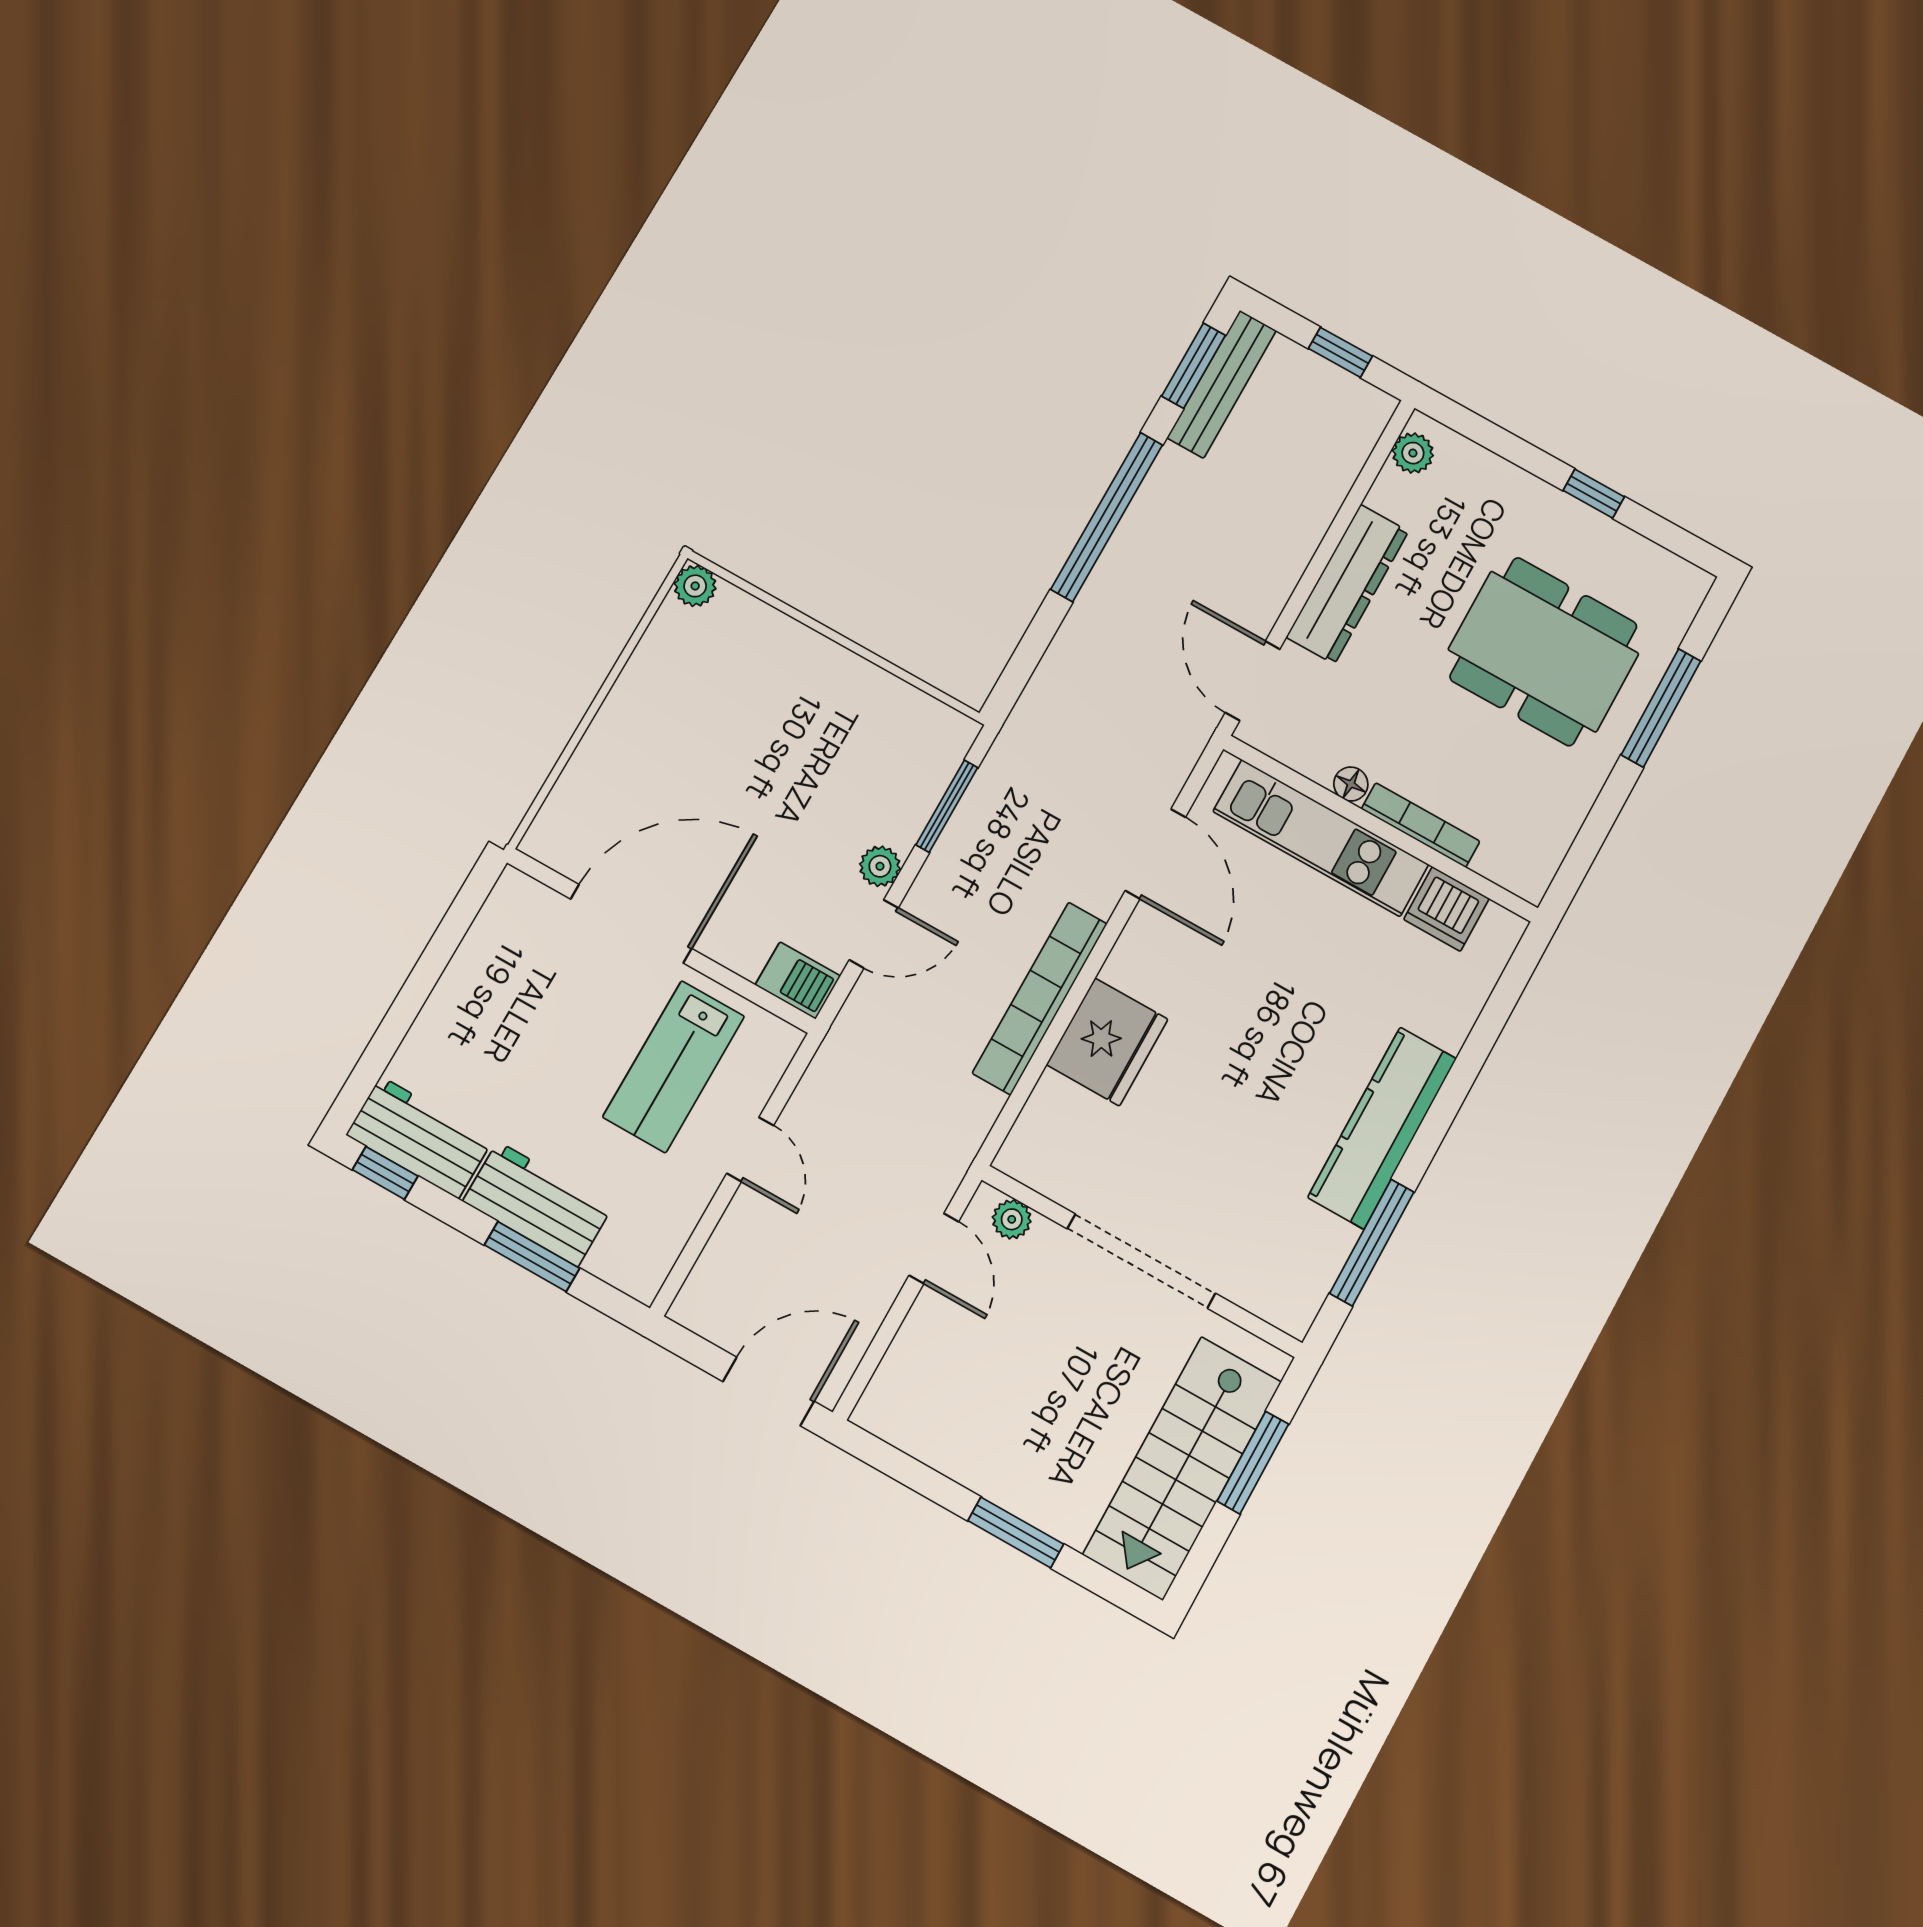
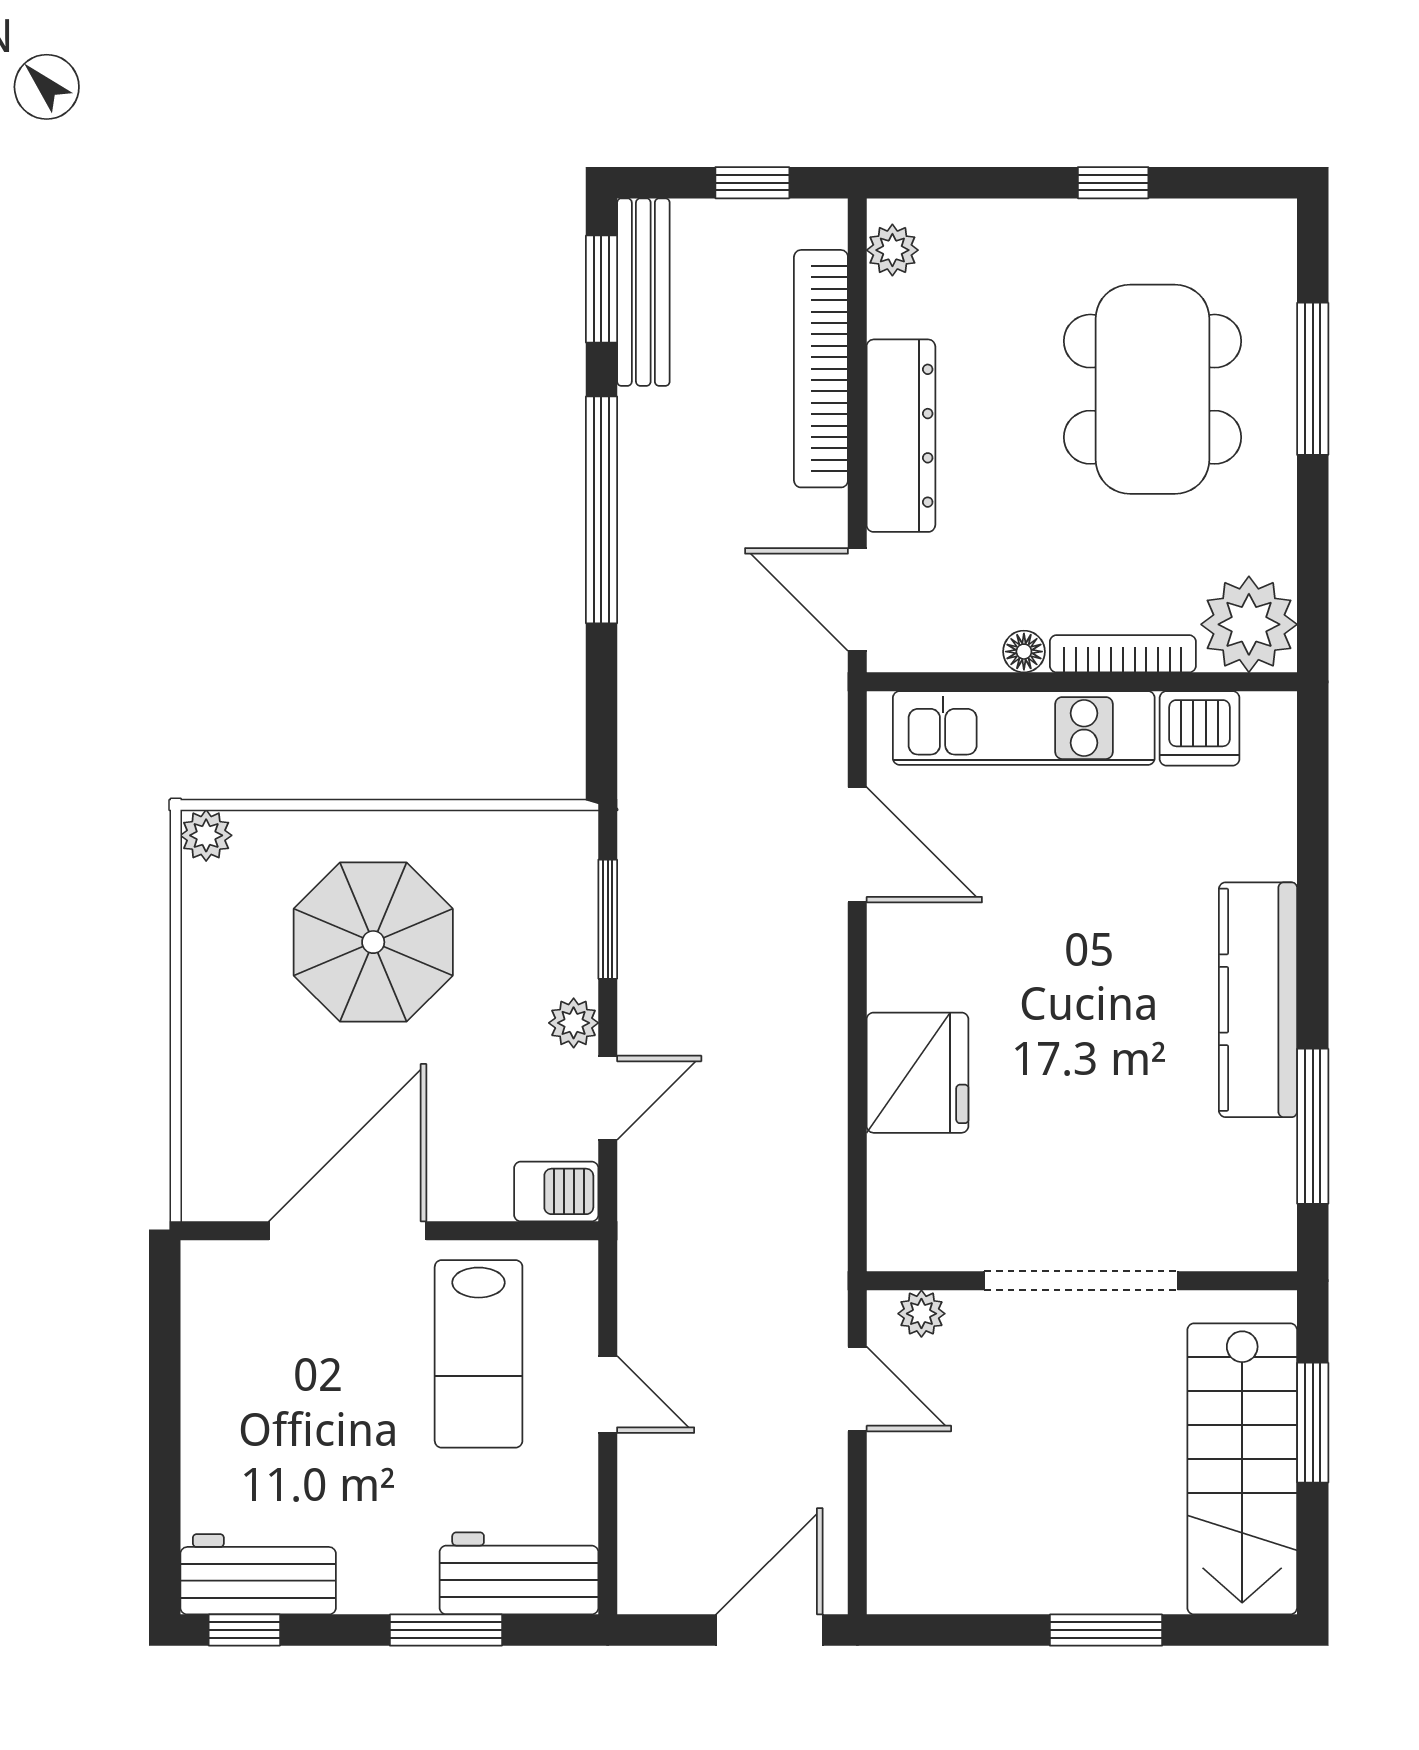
dining table: (1543, 652) -> (1152, 389), turned 90
parasol: (770, 728) -> (373, 942), added
plant: (1522, 855) -> (1249, 624), added
bookcase: (1040, 998) -> (821, 369), moved
workbench: (538, 1204) -> (519, 1573), moved

